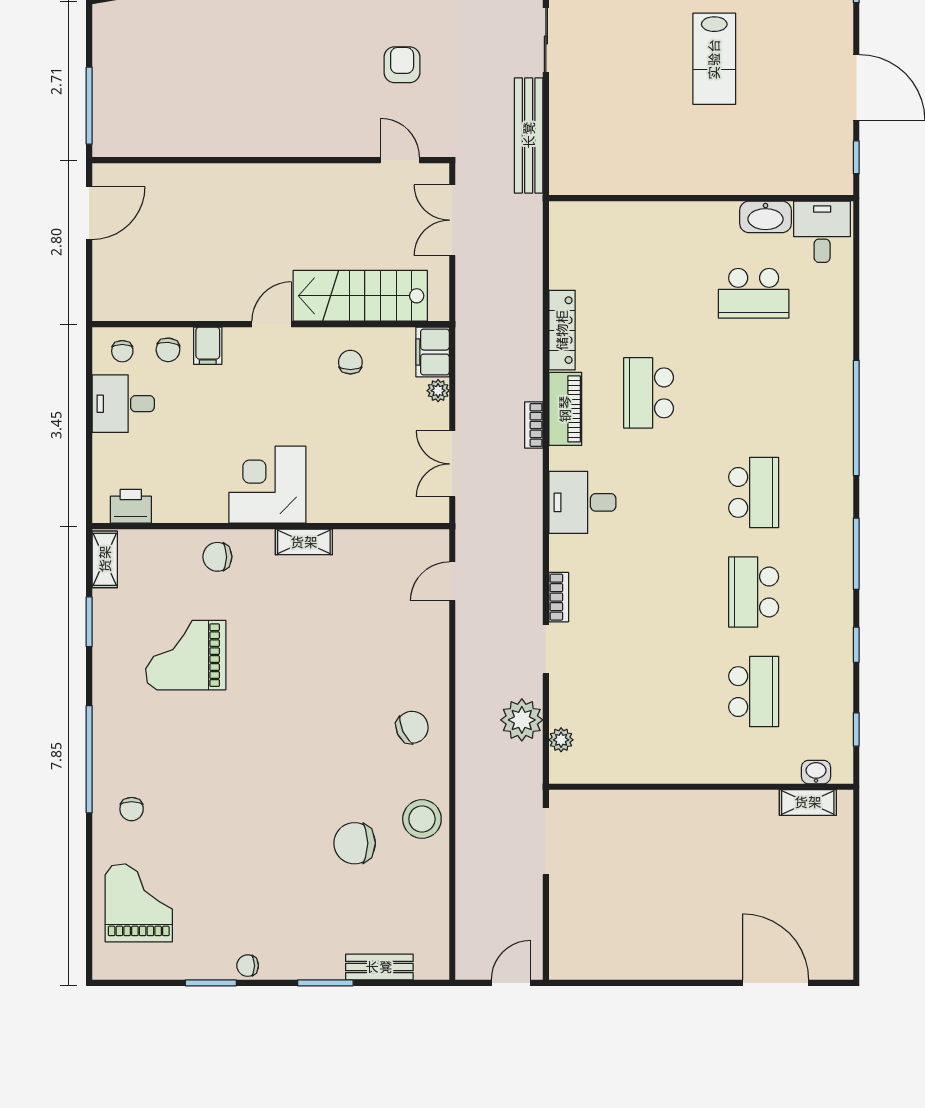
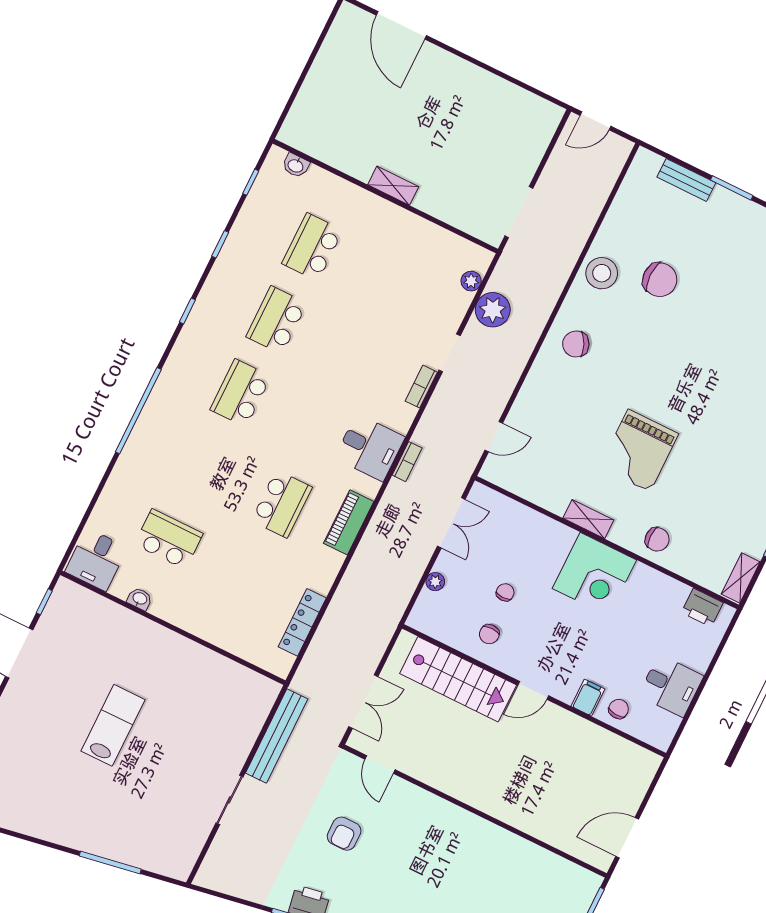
washbasin: (765, 217) -> (140, 599), width x0.52, depth x0.69
locker: (562, 330) -> (302, 622), moved
chair: (122, 351) -> (505, 592), moved
filing cabinet: (433, 352) -> (425, 612), removed
bookcase: (534, 425) -> (407, 462), moved
window: (856, 554) -> (187, 311), width x0.46
school desk: (754, 592) -> (276, 320), turned 180
grand piano: (186, 655) -> (639, 450), moved, turned 90
shelving: (808, 802) -> (393, 186), moved

